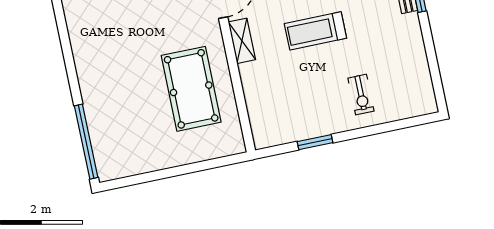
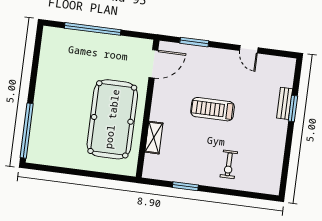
shelving: (242, 41) -> (154, 138), moved
pool table: (191, 89) -> (112, 119), width x1.36, depth x1.32

